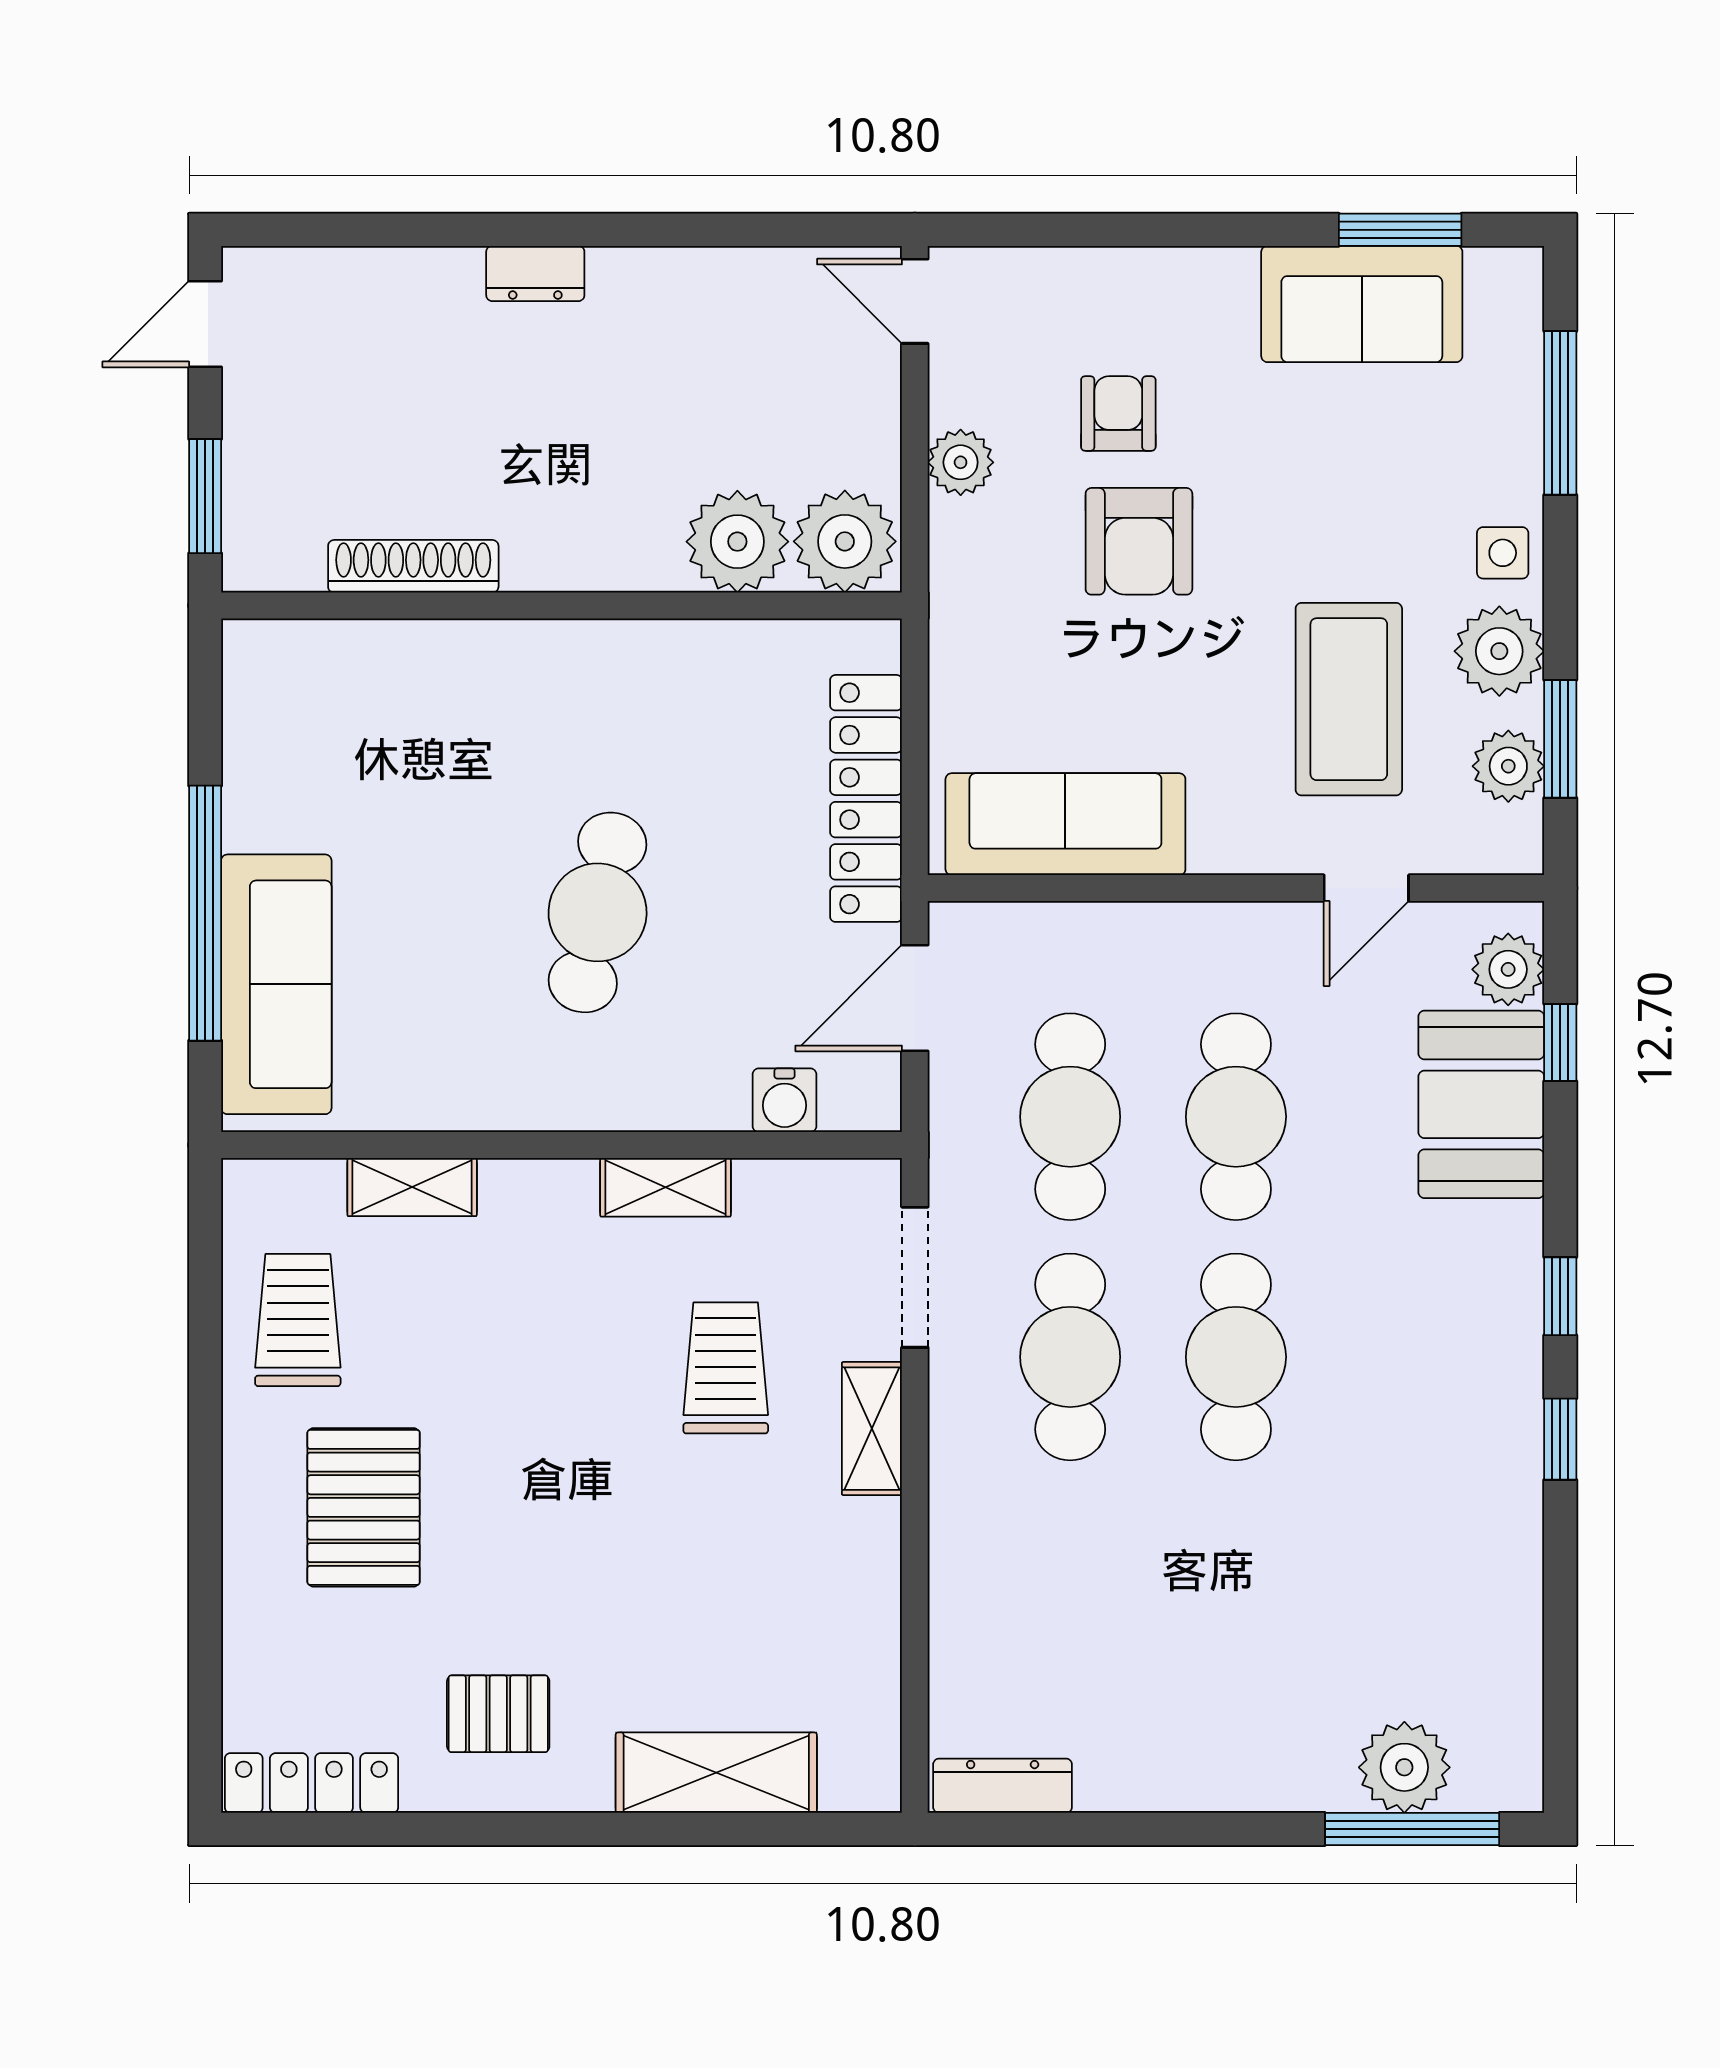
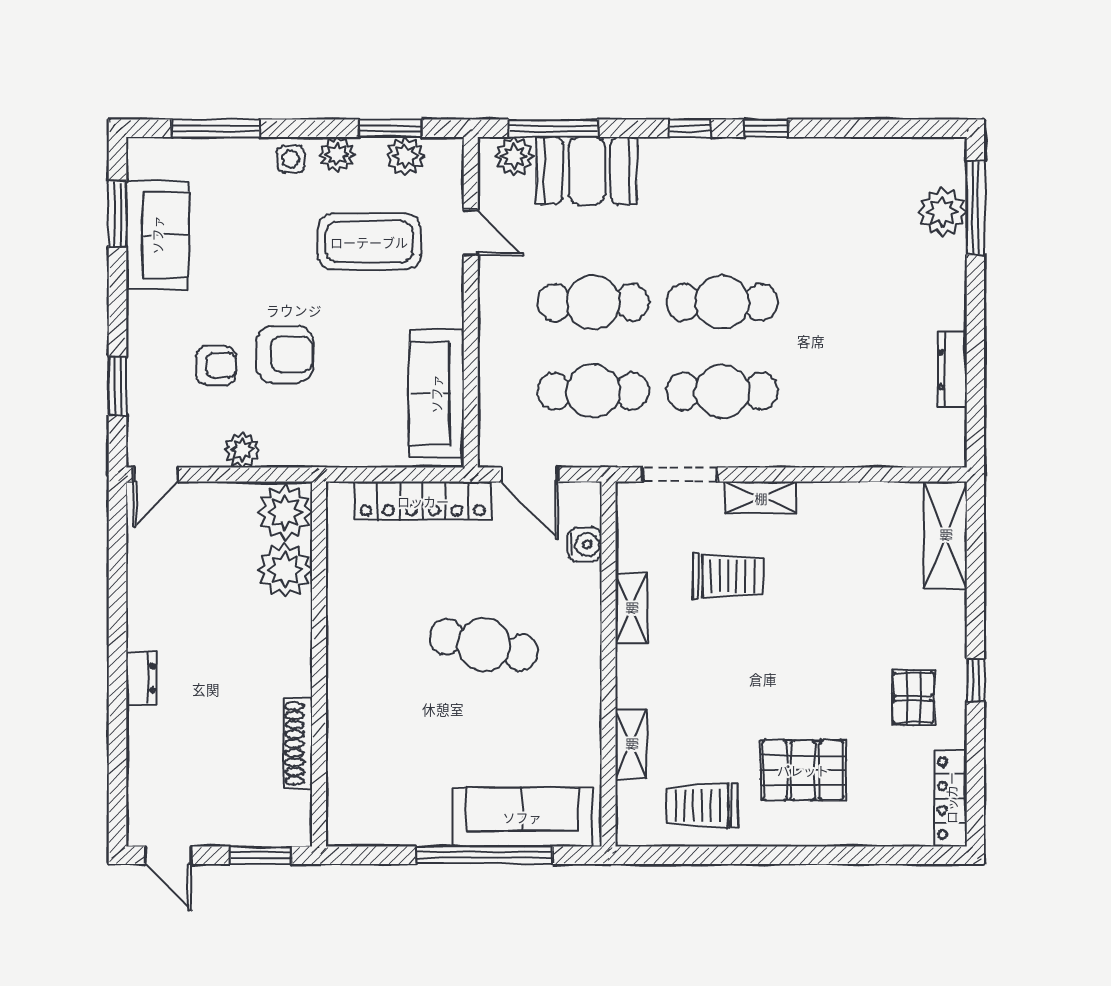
window: (1080, 230) -> (118, 386), added
armchair: (1118, 414) -> (216, 365), turned 180
plant: (1499, 651) -> (337, 155), width x0.73, depth x0.73
window: (1560, 1043) -> (554, 128), width x2.17
trolley: (726, 1368) -> (728, 576), turned 180
shelving: (716, 1773) -> (945, 535), moved
dresser: (1003, 1786) -> (952, 370), moved
window: (531, 1829) -> (975, 680), added

